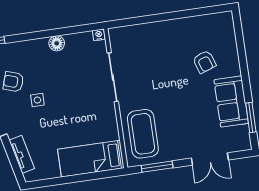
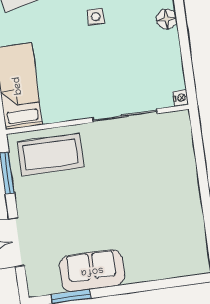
floor lamp: (57, 43) -> (167, 19), moved
armchair: (204, 62) -> (144, 236), removed

